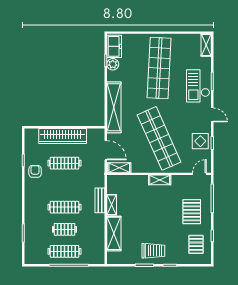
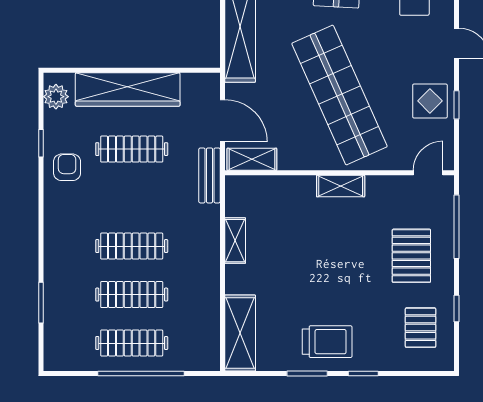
plant: (30, 139) -> (56, 97), added
bench: (100, 200) -> (210, 175), moved
clothes rail: (64, 229) -> (132, 295), width x1.36
shelving: (114, 233) -> (240, 333), moved

